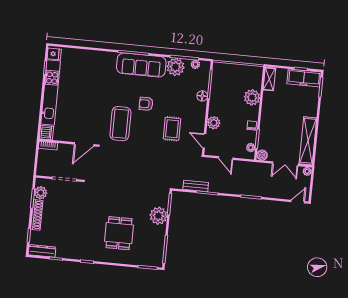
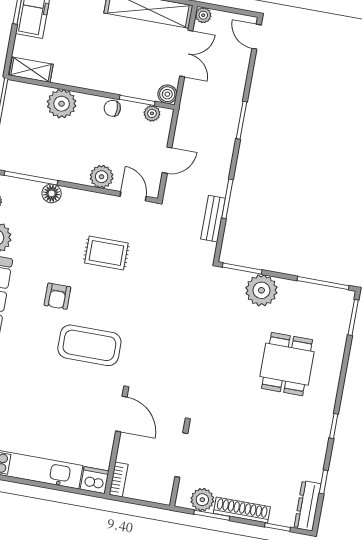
door: (204, 141) -> (133, 196), swing flipped
dining table: (119, 233) -> (287, 364), turned 90

